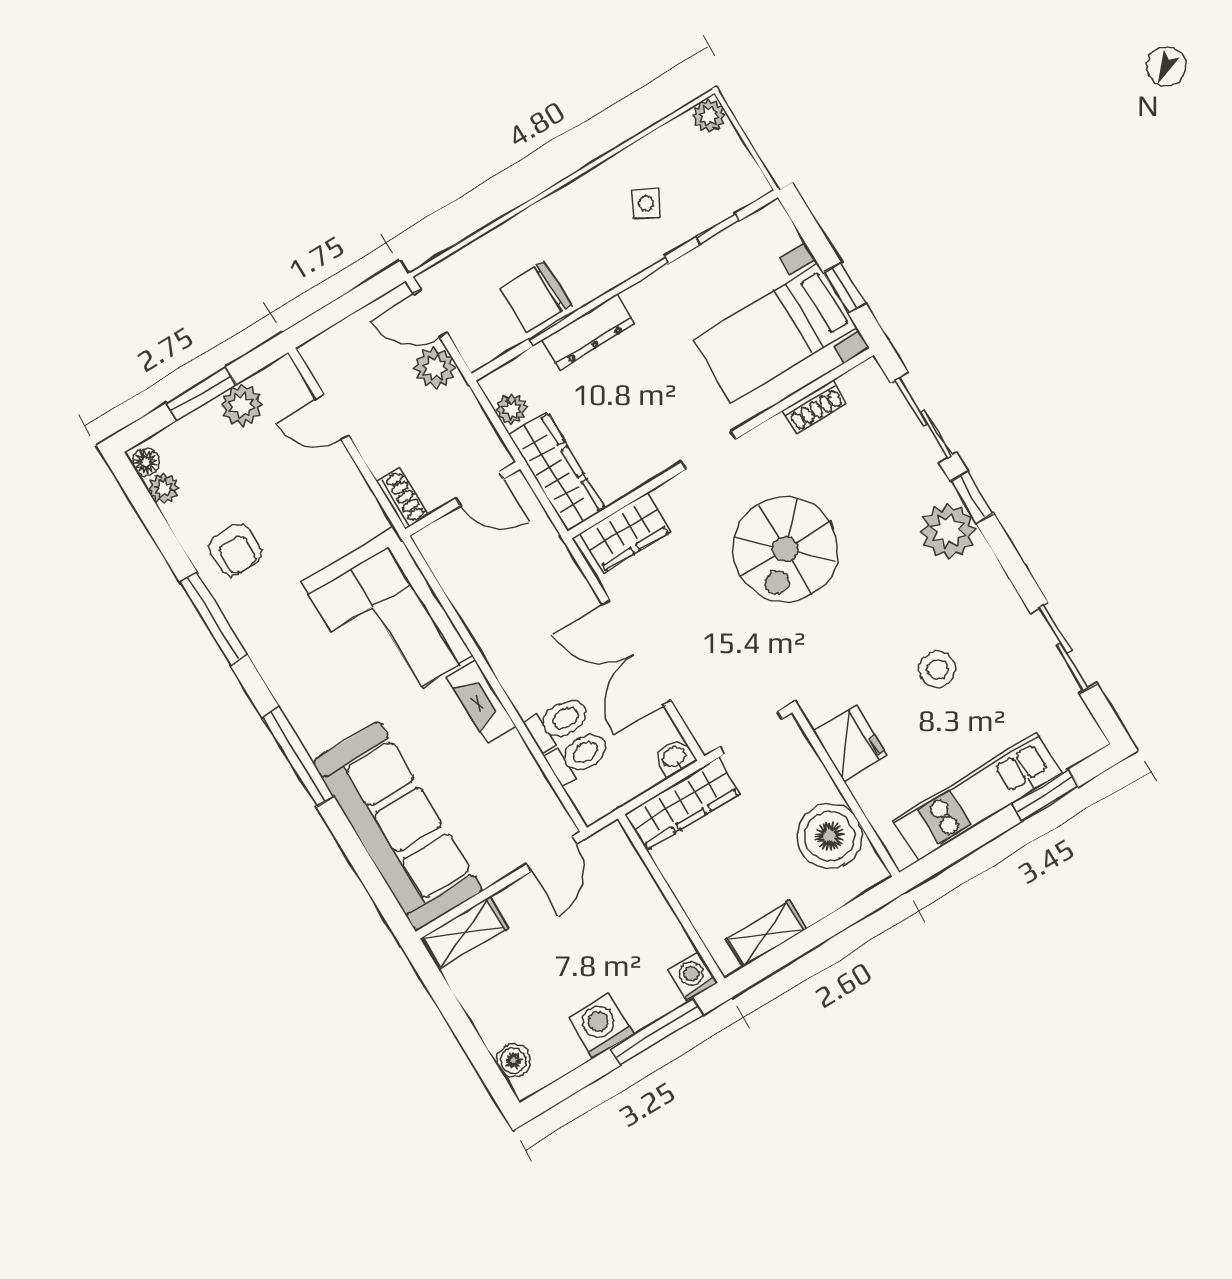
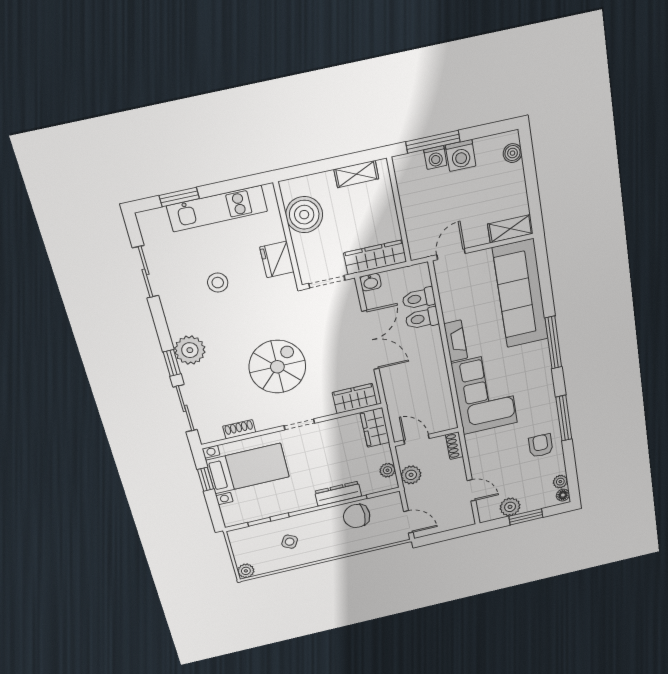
chair: (536, 296) -> (357, 516), turned 180
plant: (435, 368) -> (411, 475), moved
wardrobe: (557, 472) -> (375, 428), width x0.67
washing machine: (693, 977) -> (435, 158), moved

